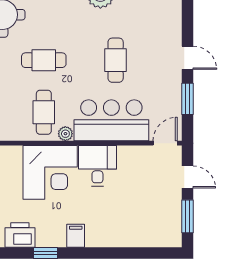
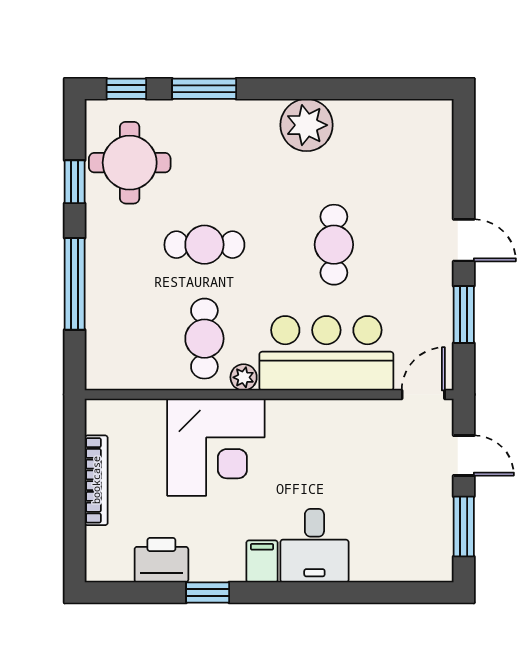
desk: (97, 166) -> (314, 546), moved, turned 180

